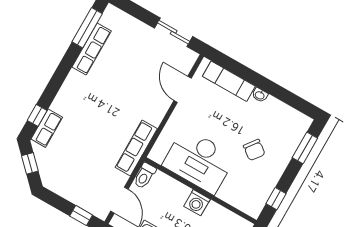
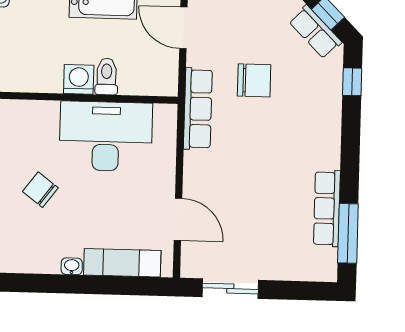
row of seats: (47, 128) -> (315, 32), moved, turned -45
chair: (94, 147) -> (254, 80), added
toilet: (145, 176) -> (107, 76), moved

